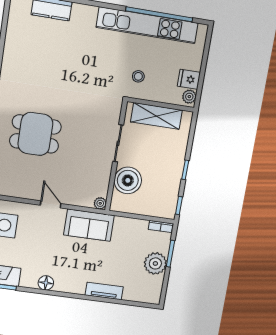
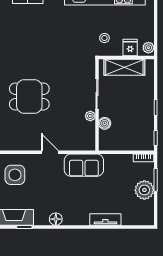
fridge: (189, 79) -> (130, 48), moved, turned 90
boiler: (128, 180) -> (105, 123), width x0.54, depth x0.54
plant: (100, 203) -> (90, 116), moved

